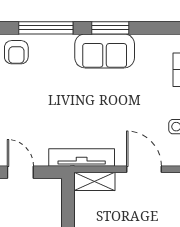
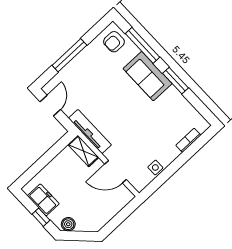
sofa: (105, 51) -> (148, 76), moved
door: (144, 169) -> (116, 172), swing flipped

